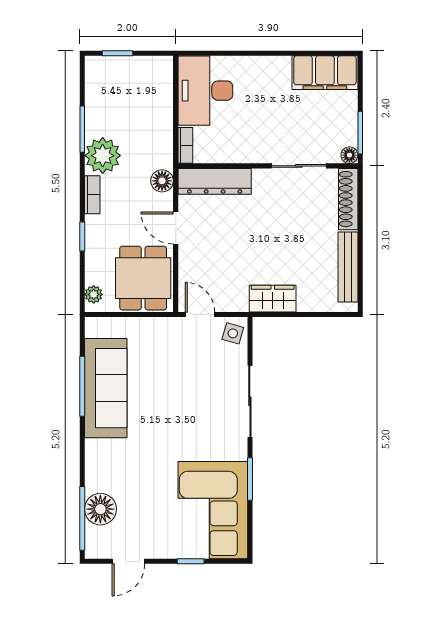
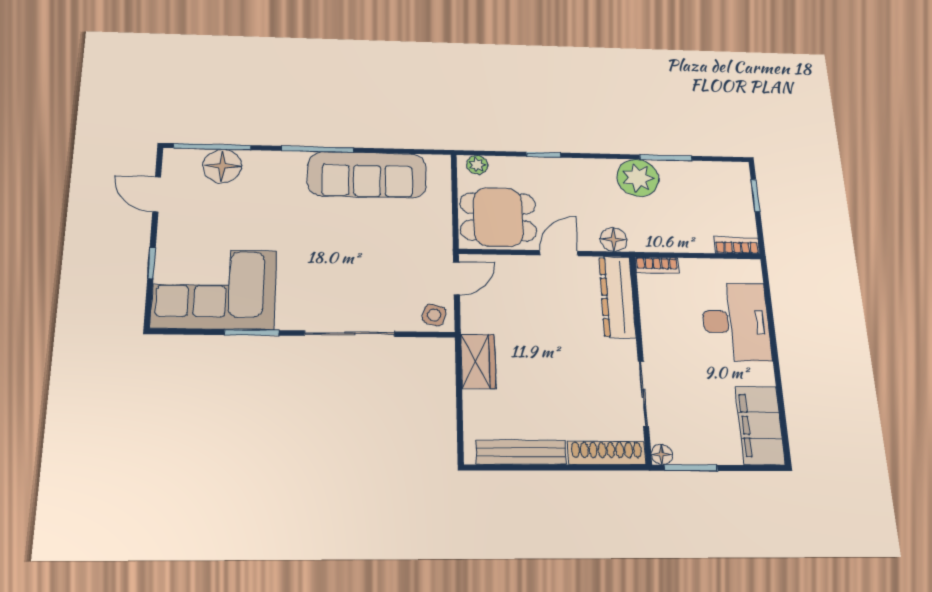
desk: (205, 91) -> (736, 322), moved, turned 90
bookcase: (92, 195) -> (737, 246), moved, turned 180
window: (82, 386) -> (318, 149), moved

